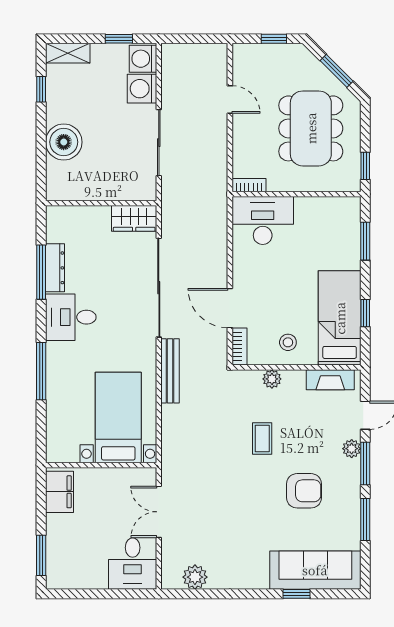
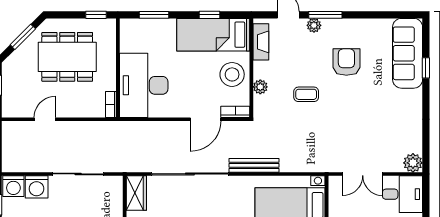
desk: (263, 220) -> (144, 85), width x1.36, depth x1.30
stool: (288, 342) -> (232, 74), width x1.89, depth x1.89
window: (365, 519) -> (369, 15), removed
plant: (195, 577) -> (413, 163), moved

